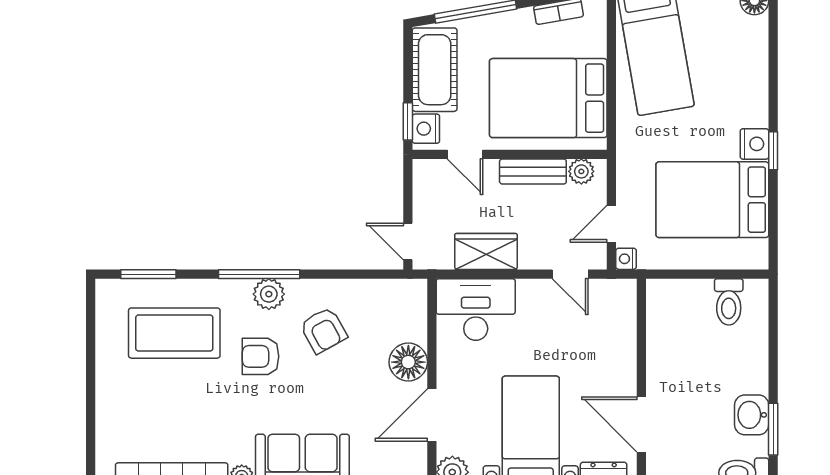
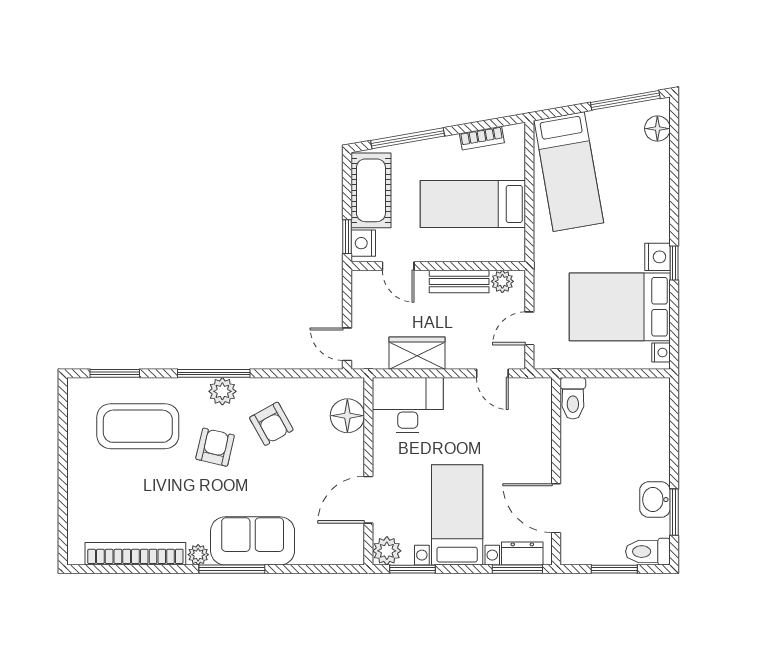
bed: (548, 98) -> (473, 204), width x0.67
nightstand: (626, 259) -> (661, 353), moved, turned 180
toilet: (729, 302) -> (573, 398), moved
armchair: (261, 356) -> (215, 447), turned 103
floor lamp: (408, 362) -> (347, 416), moved

